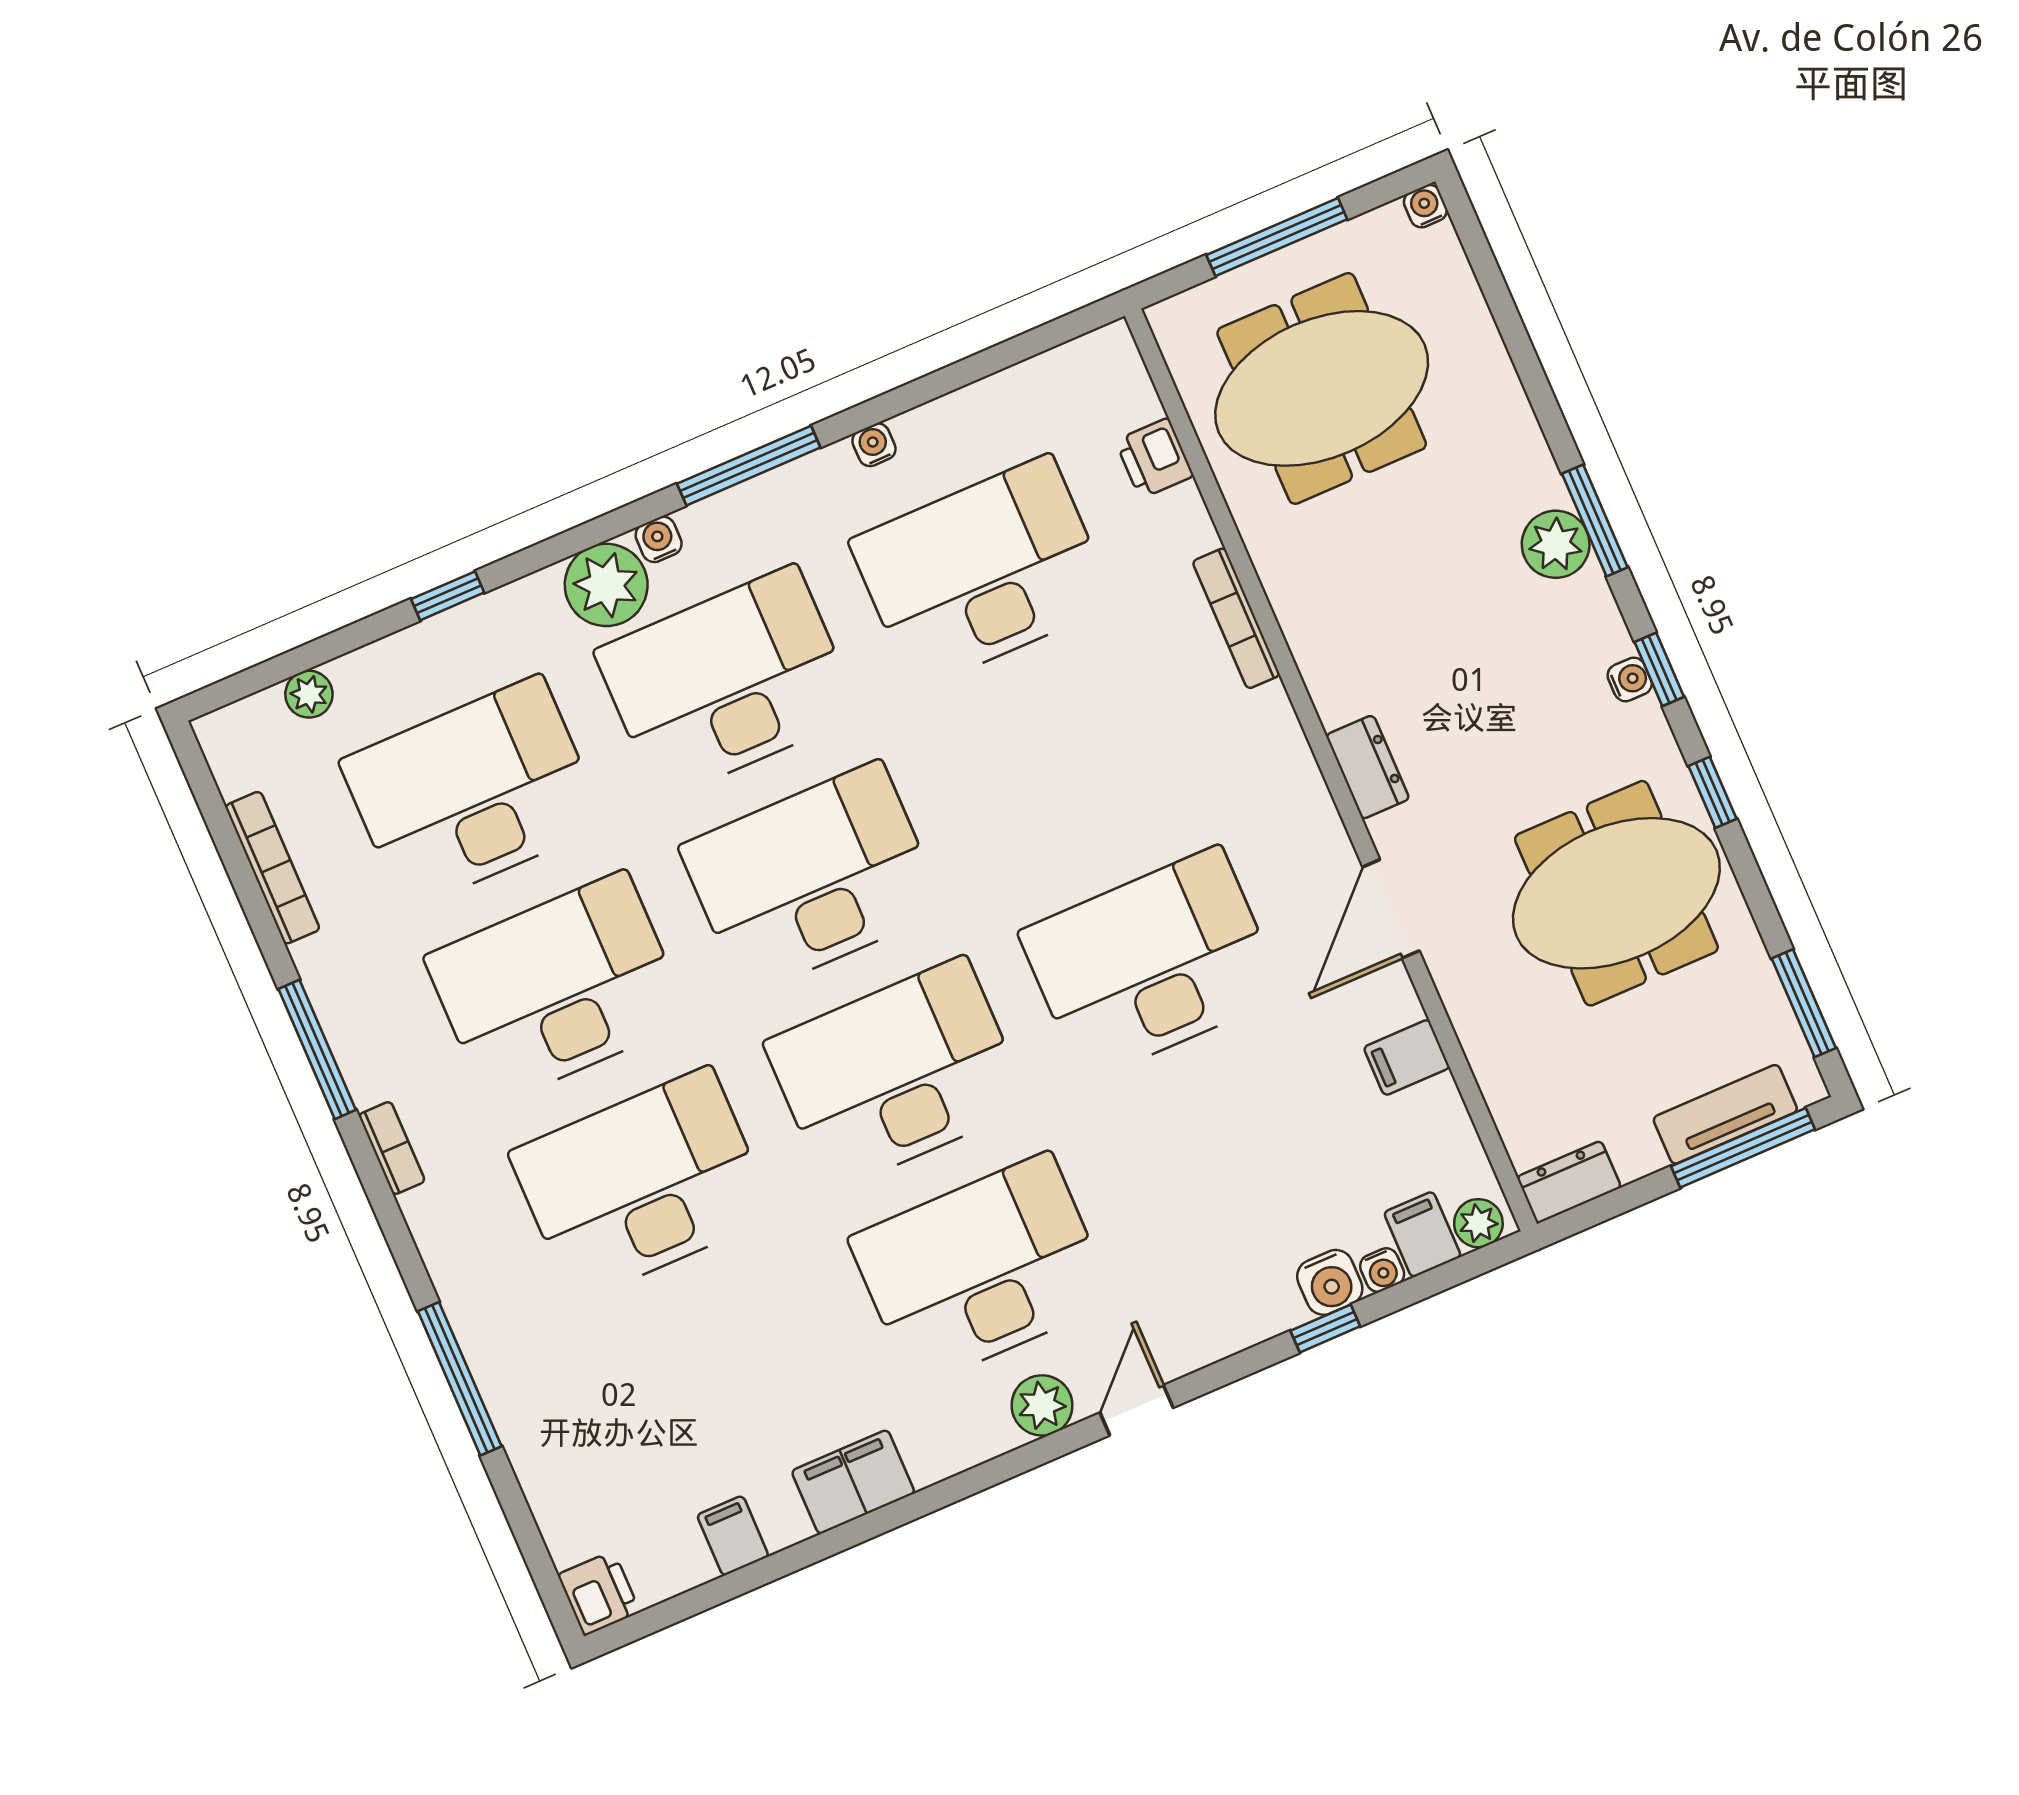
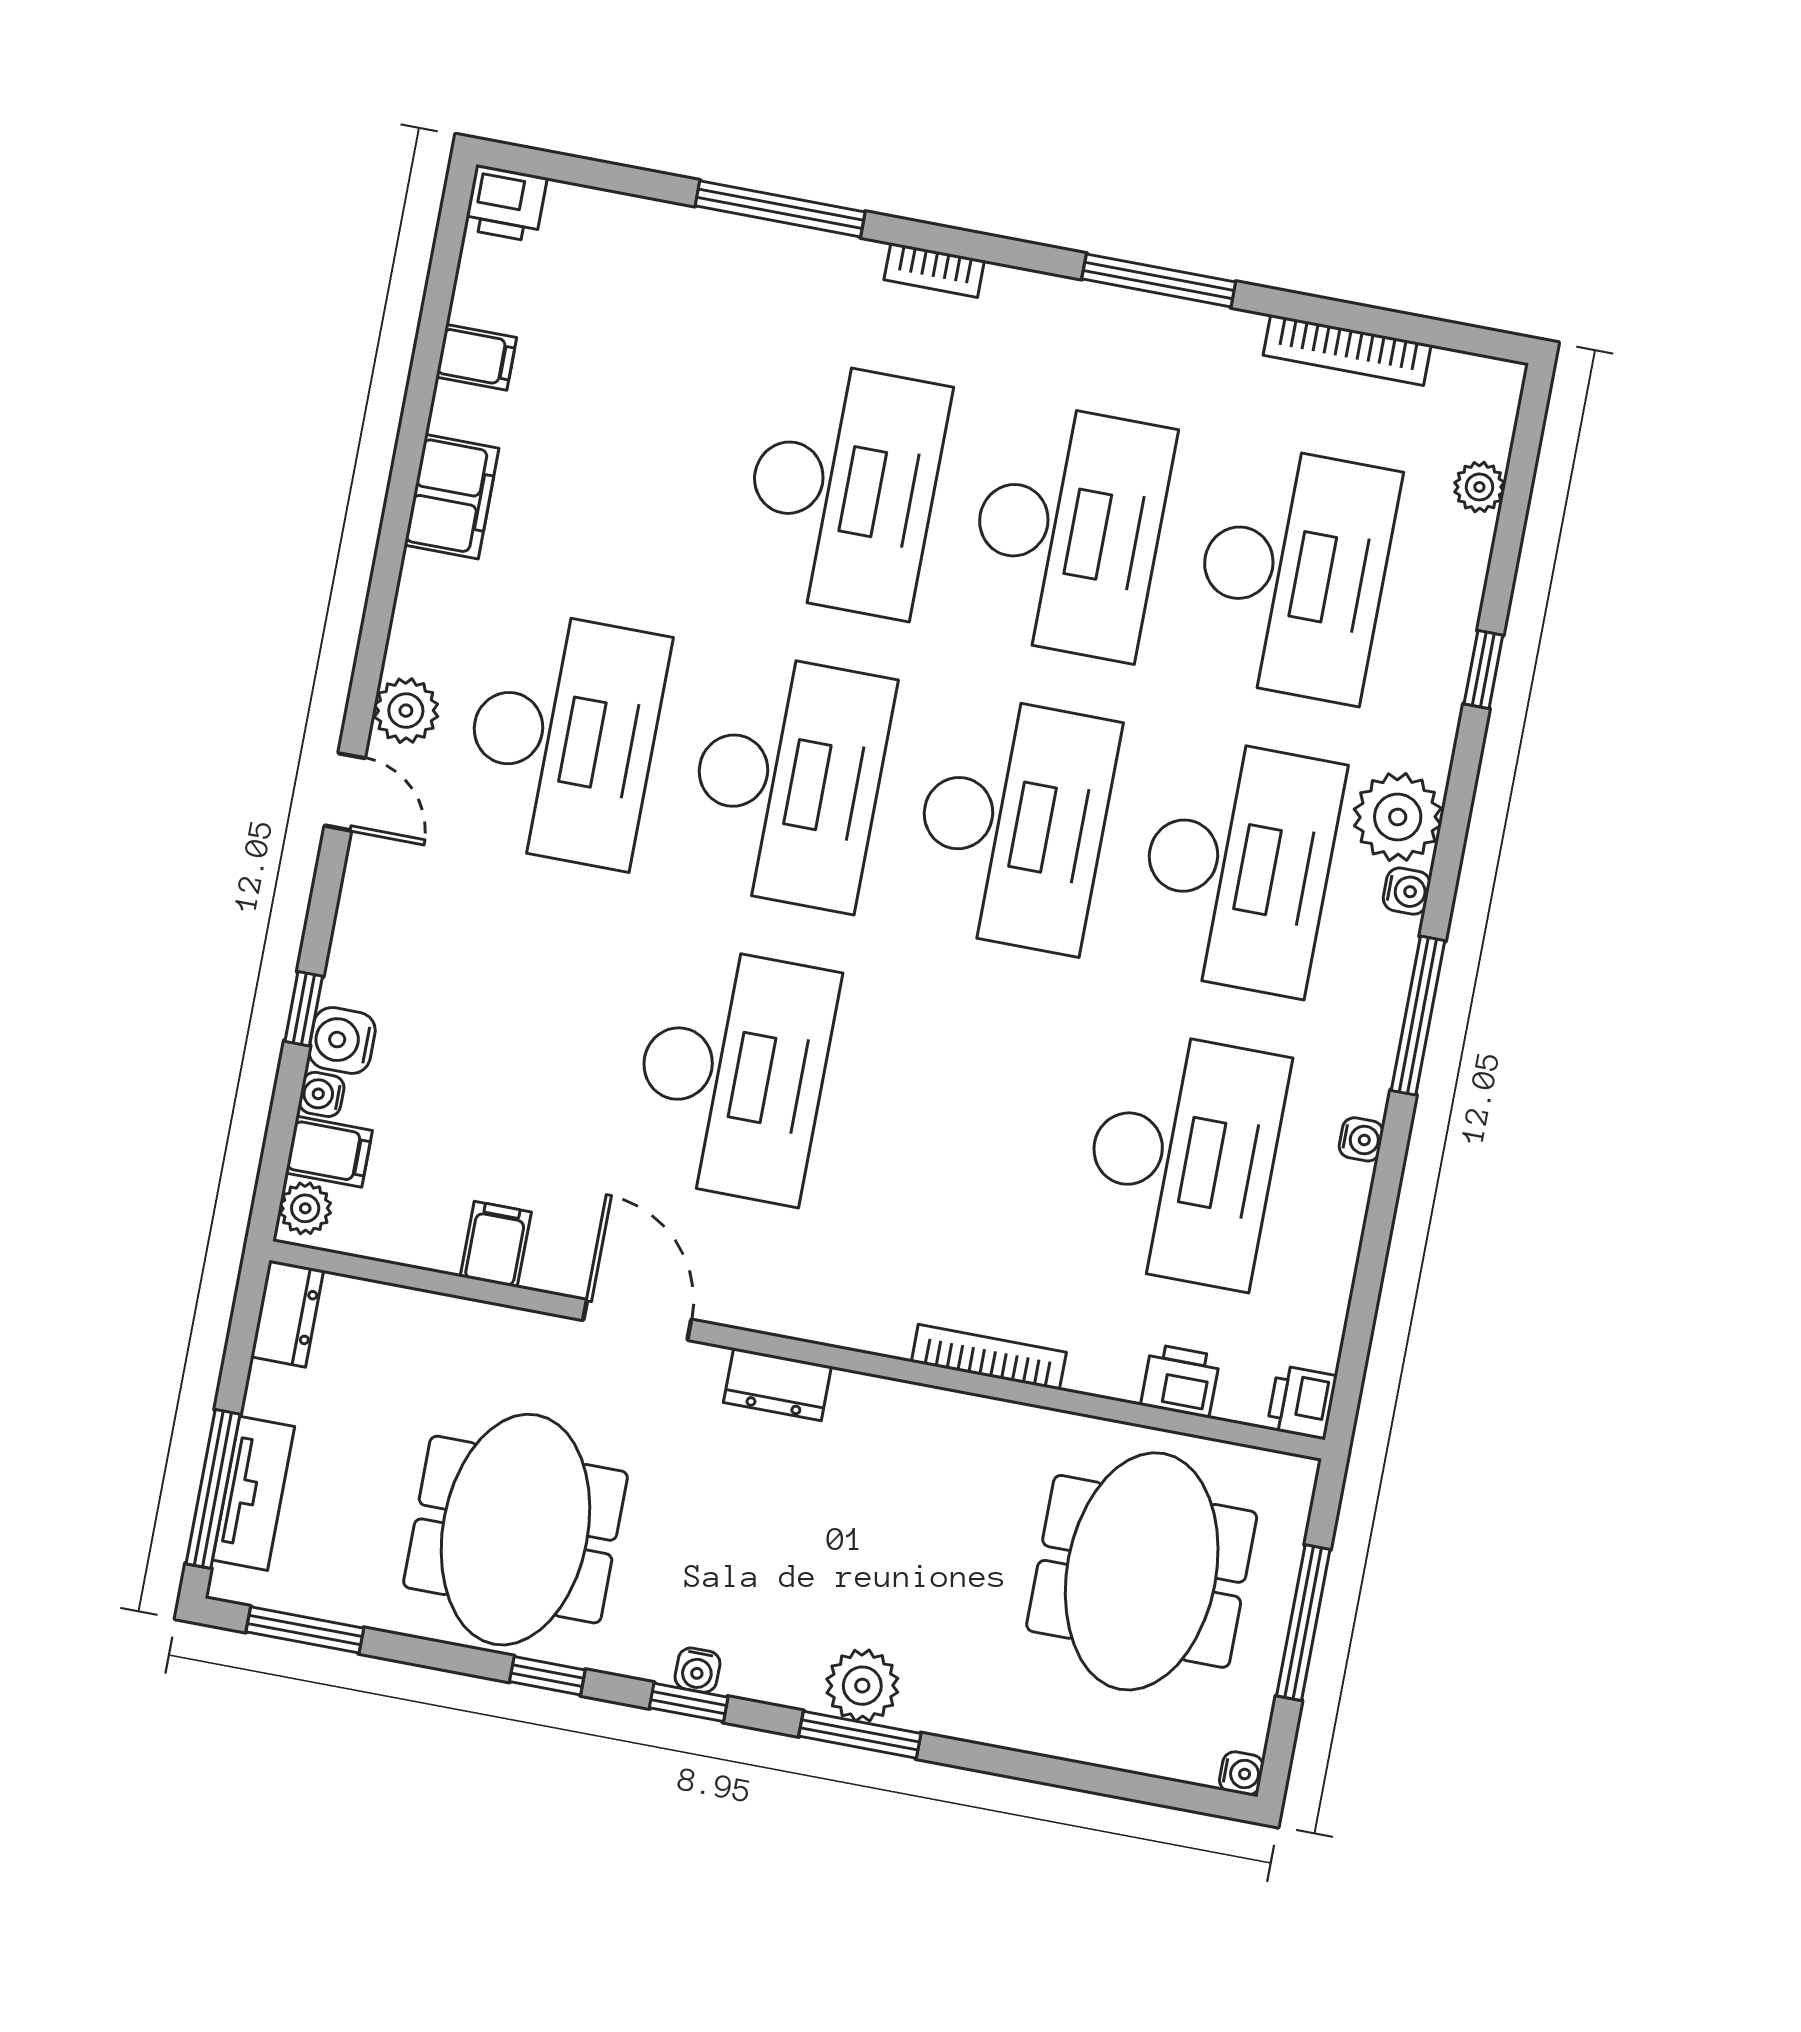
printer: (1108, 353) -> (1302, 1402), added
bookcase: (392, 1148) -> (934, 270), moved

